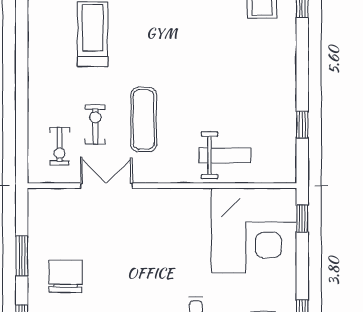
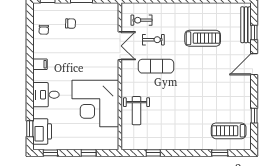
window: (302, 218) -> (89, 153), moved
corner desk: (254, 231) -> (95, 104), moved
chair: (66, 276) -> (70, 24), width x0.54, depth x0.54

